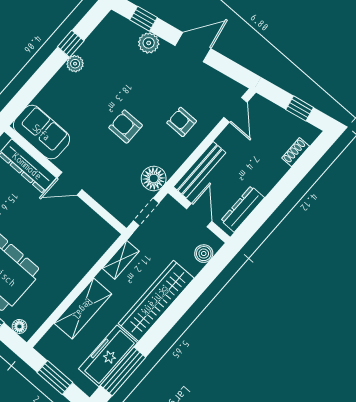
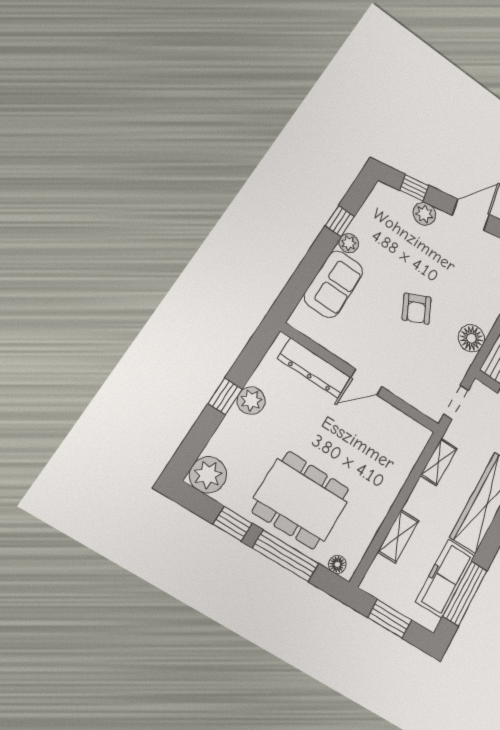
armchair: (182, 122) -> (475, 297), removed
armchair: (126, 127) -> (417, 309), turned -116
sofa: (41, 132) -> (334, 284), moved, turned 90
floor lamp: (154, 178) -> (471, 338), moved
shelving: (83, 309) -> (398, 536), width x0.67, depth x0.75

